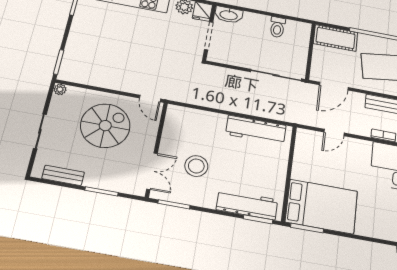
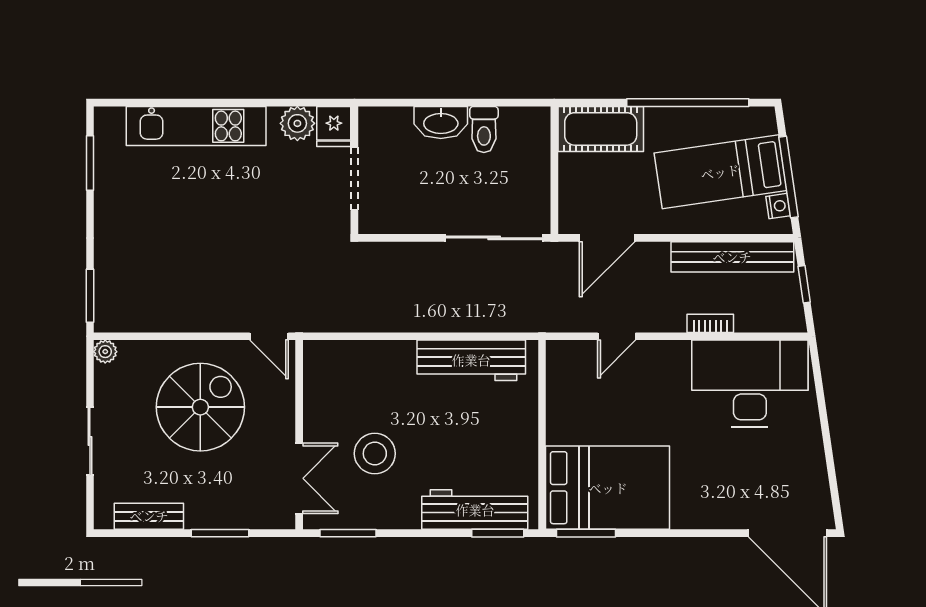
washbasin: (229, 15) -> (441, 123), moved

